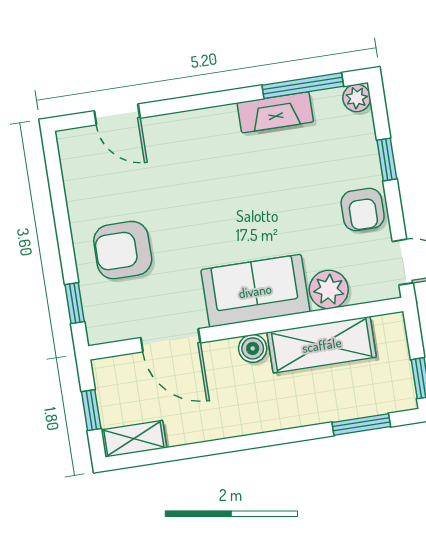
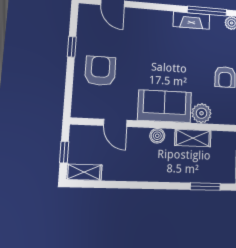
armchair: (123, 250) -> (100, 71), turned 90
window: (75, 303) -> (72, 47), moved
door: (170, 340) -> (115, 123), width x0.73
shelving: (322, 345) -> (193, 138), width x0.67, depth x0.75

